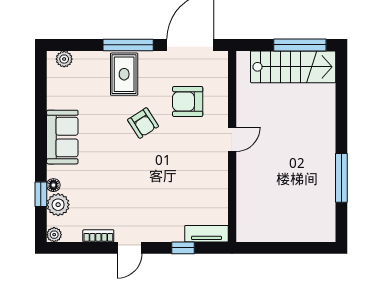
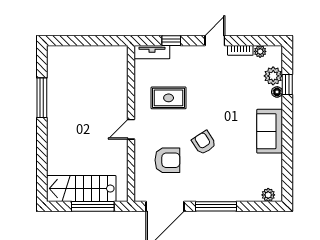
window: (300, 45) -> (93, 206), moved
rug: (124, 74) -> (169, 98), moved, turned 90
plant: (54, 235) -> (260, 51), moved

